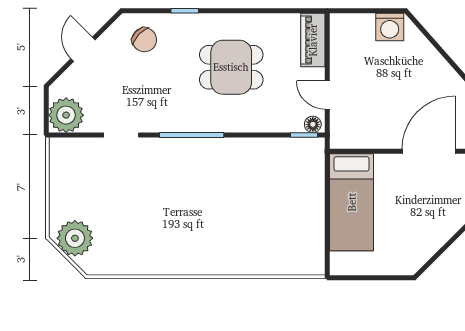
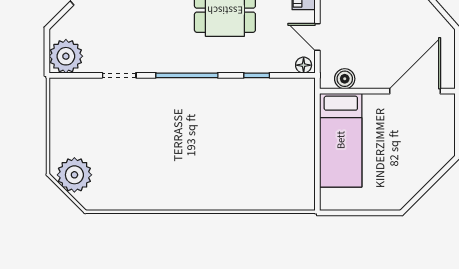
window: (304, 135) -> (257, 75), moved
boiler: (356, 138) -> (345, 79), added

